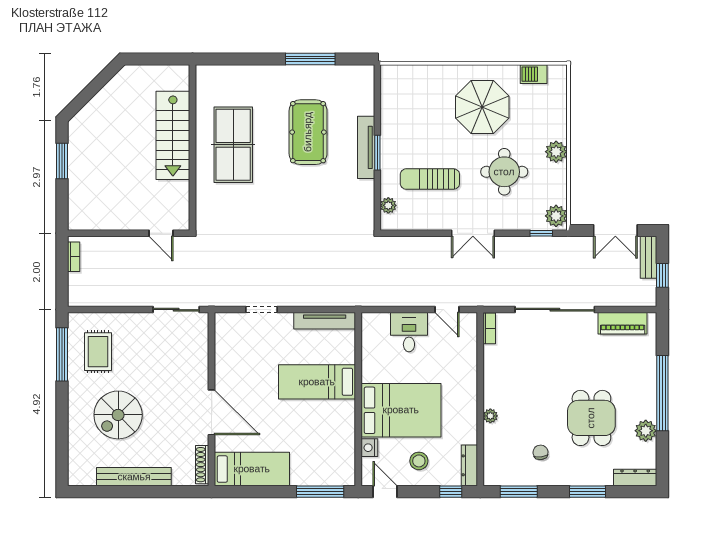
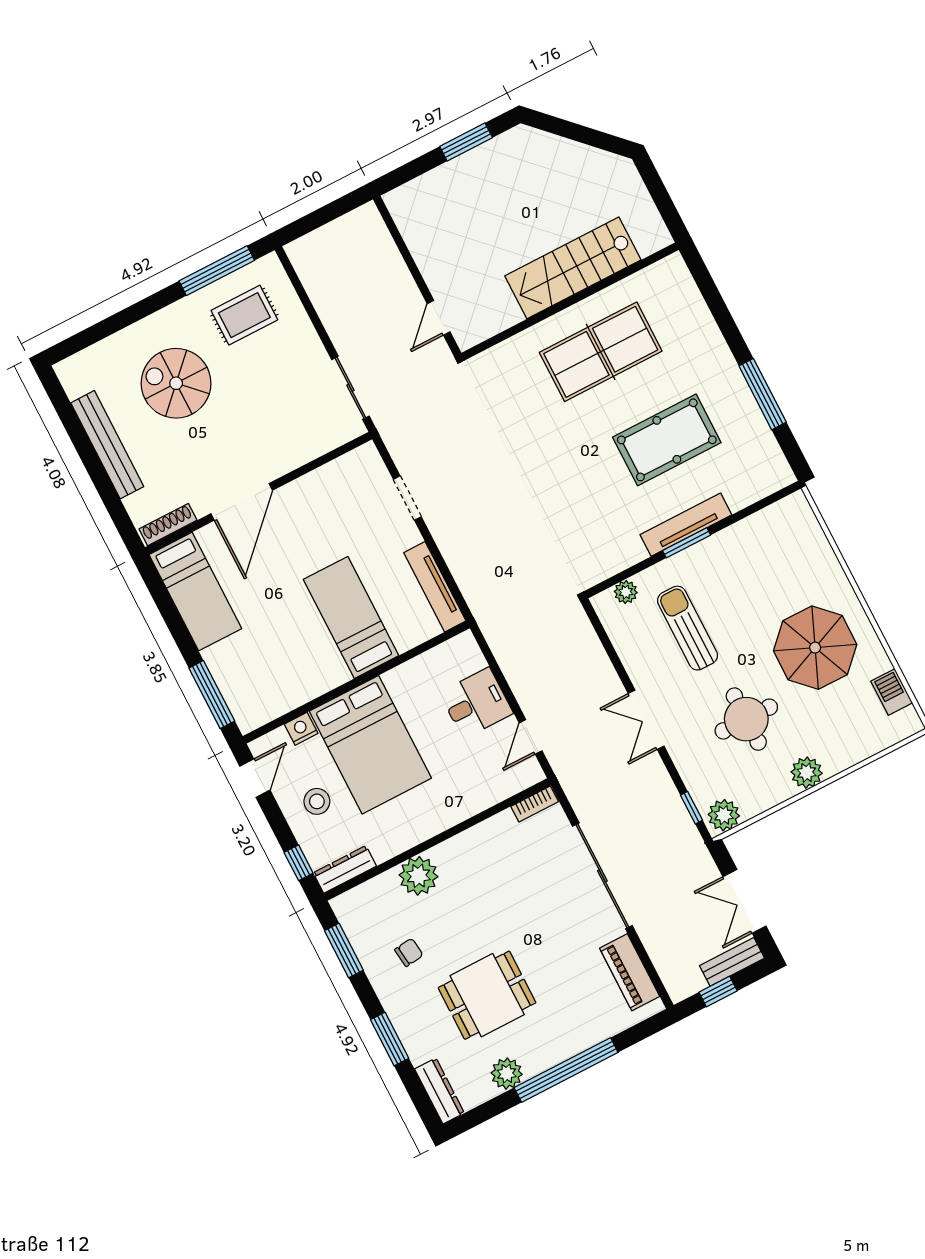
bookcase: (74, 257) -> (350, 221), removed
plant: (490, 416) -> (418, 876), width x1.88, depth x1.88

